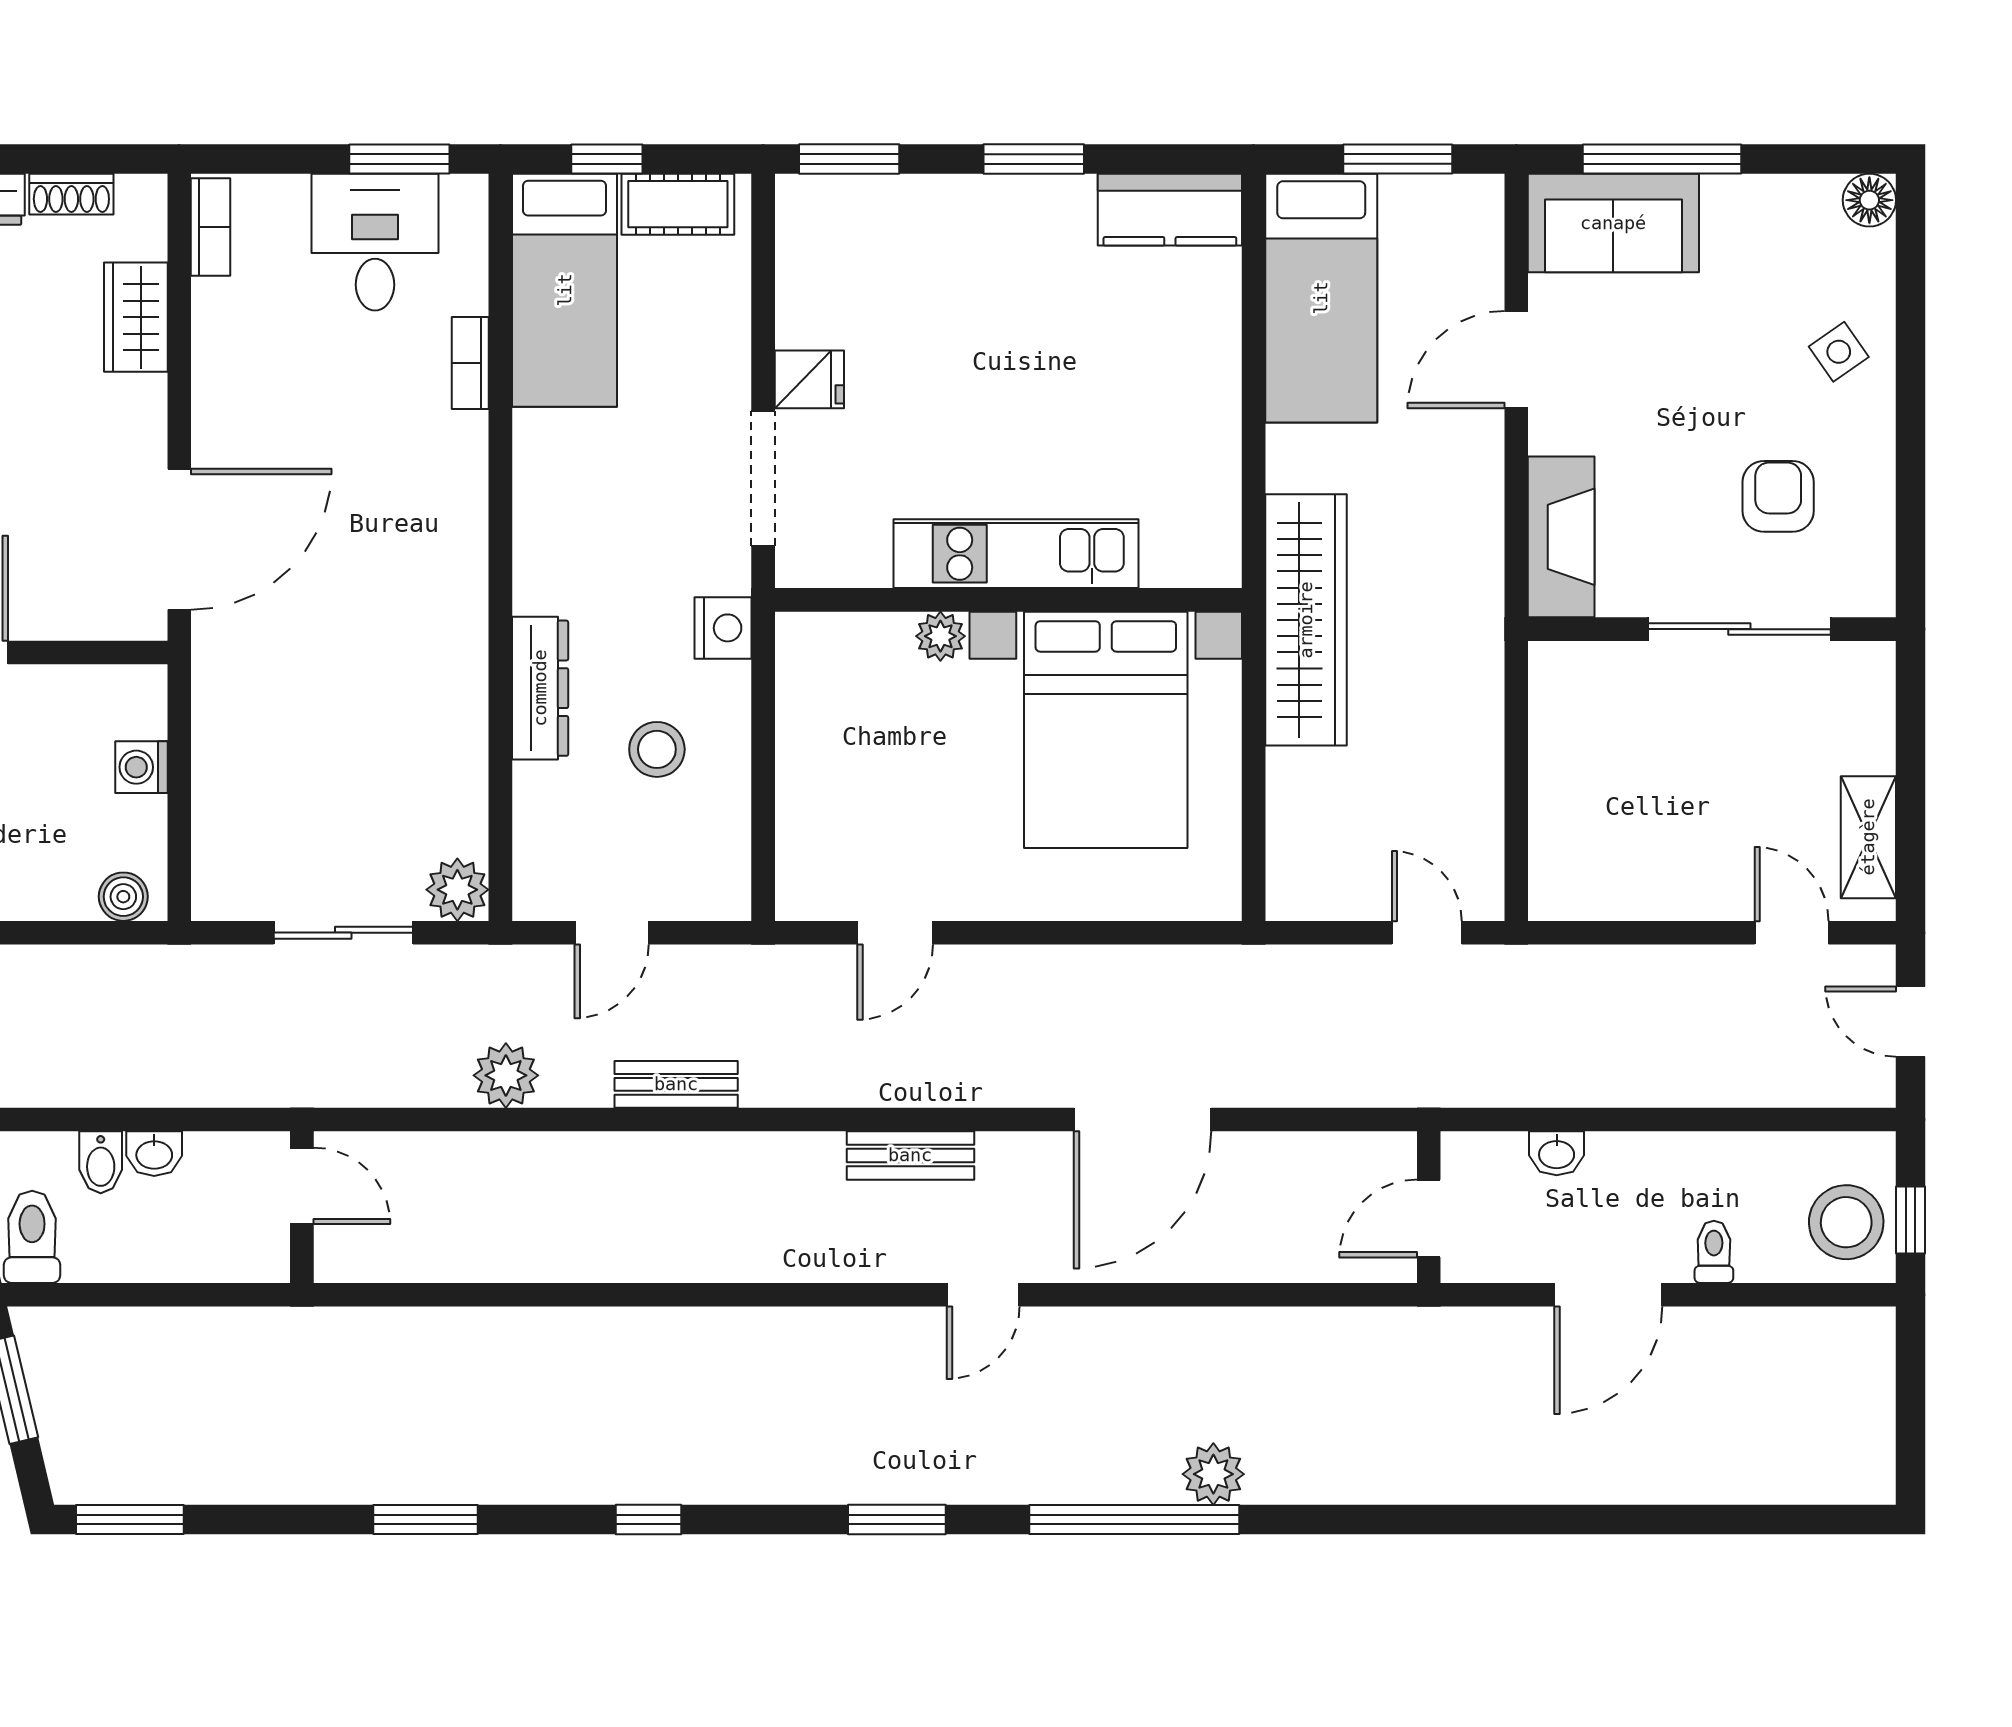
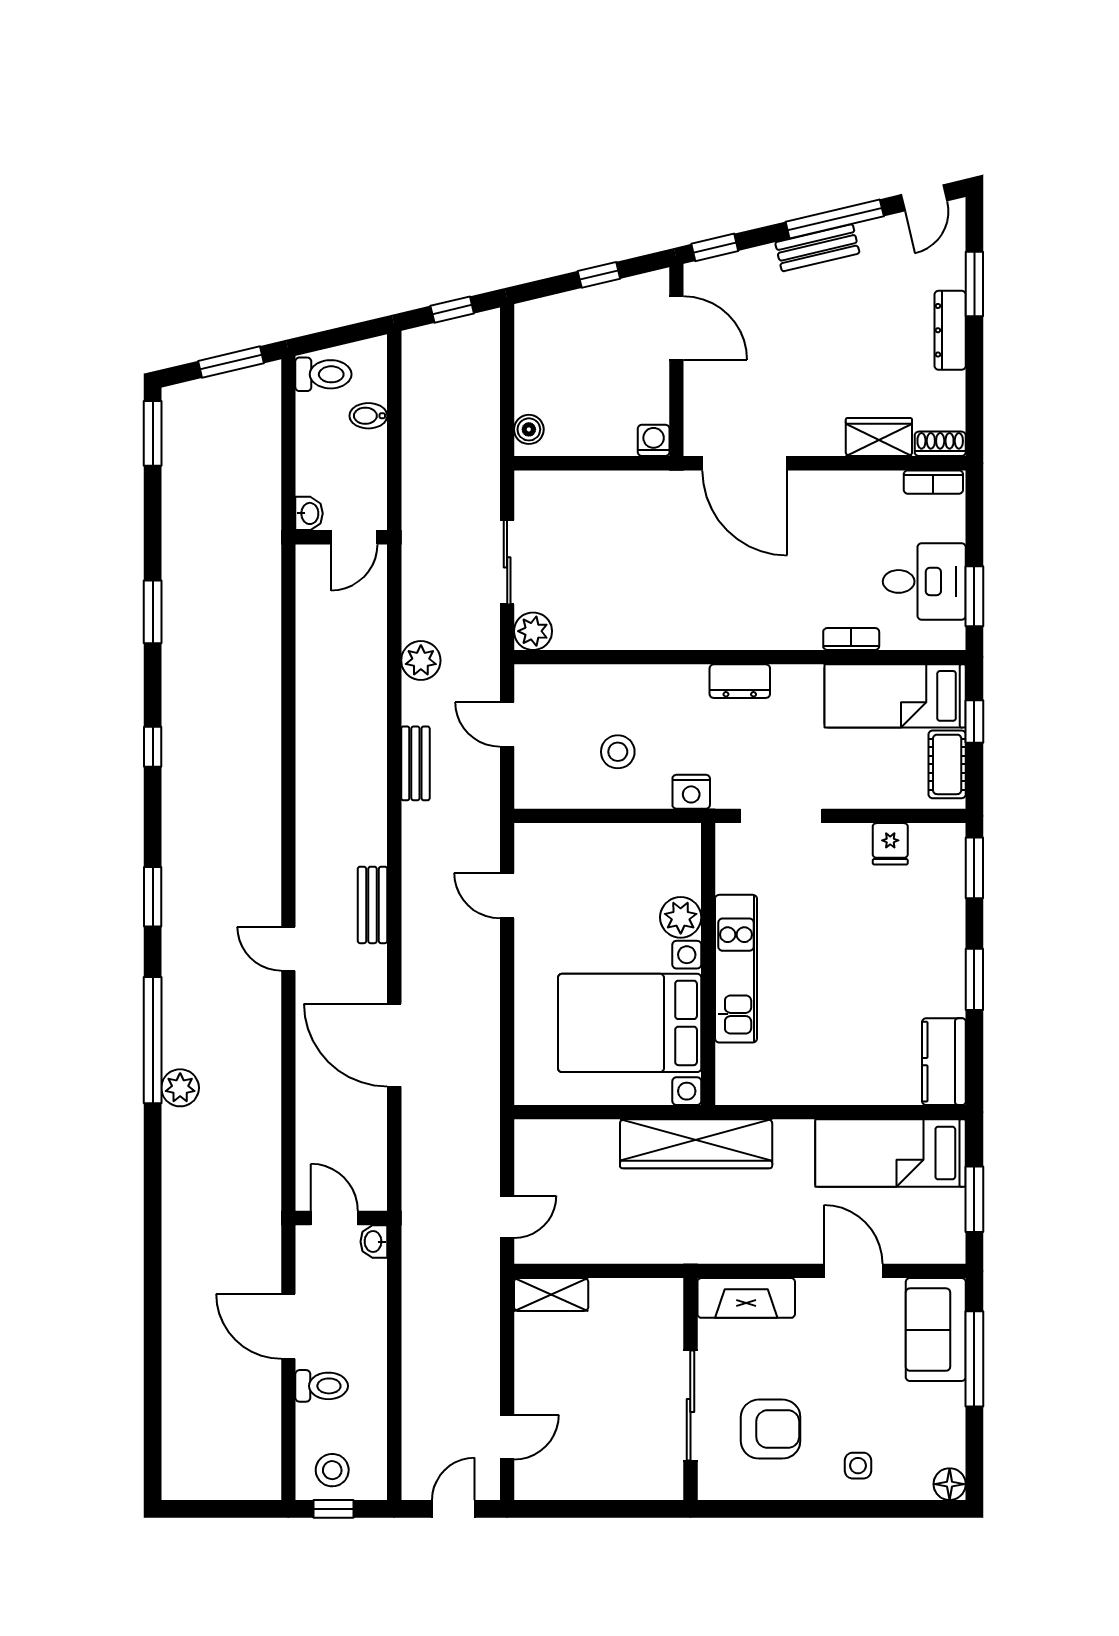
shoe rack: (71, 194) -> (940, 444), moved, turned 90
side table: (1839, 352) -> (858, 1466), turned 35
fridge: (809, 379) -> (890, 844), moved
armchair: (1778, 496) -> (771, 1429), width x1.38, depth x1.38
plant: (940, 636) -> (681, 917), width x1.38, depth x1.38
dresser: (540, 688) -> (740, 681), moved, width x0.70
washing machine: (141, 767) -> (654, 440), moved
shelving: (1868, 837) -> (551, 1295), moved
washbasin: (1557, 1153) -> (374, 1242), moved
washbasin: (154, 1154) -> (309, 513), moved, turned 180
stool: (1846, 1222) -> (332, 1470), width x0.73, depth x0.73
toilet: (1714, 1252) -> (322, 1386), width x1.37, depth x1.39

